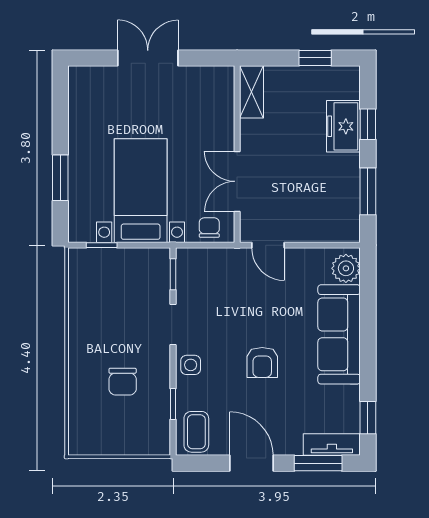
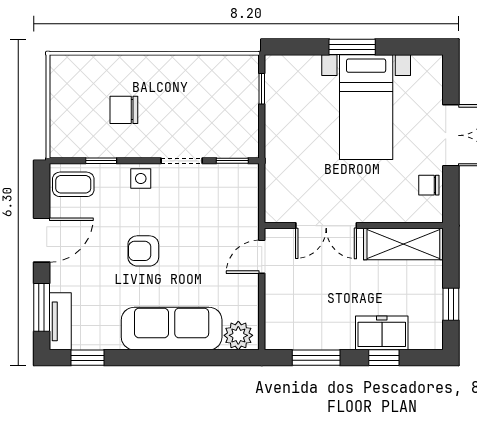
shelving: (252, 92) -> (403, 244), width x1.50, depth x1.33
window: (60, 178) -> (352, 47), moved
double door: (237, 181) -> (326, 226), swing flipped
bed with nightstands: (141, 191) -> (366, 107), moved, turned 90
chair: (209, 228) -> (429, 185), moved, turned 180

